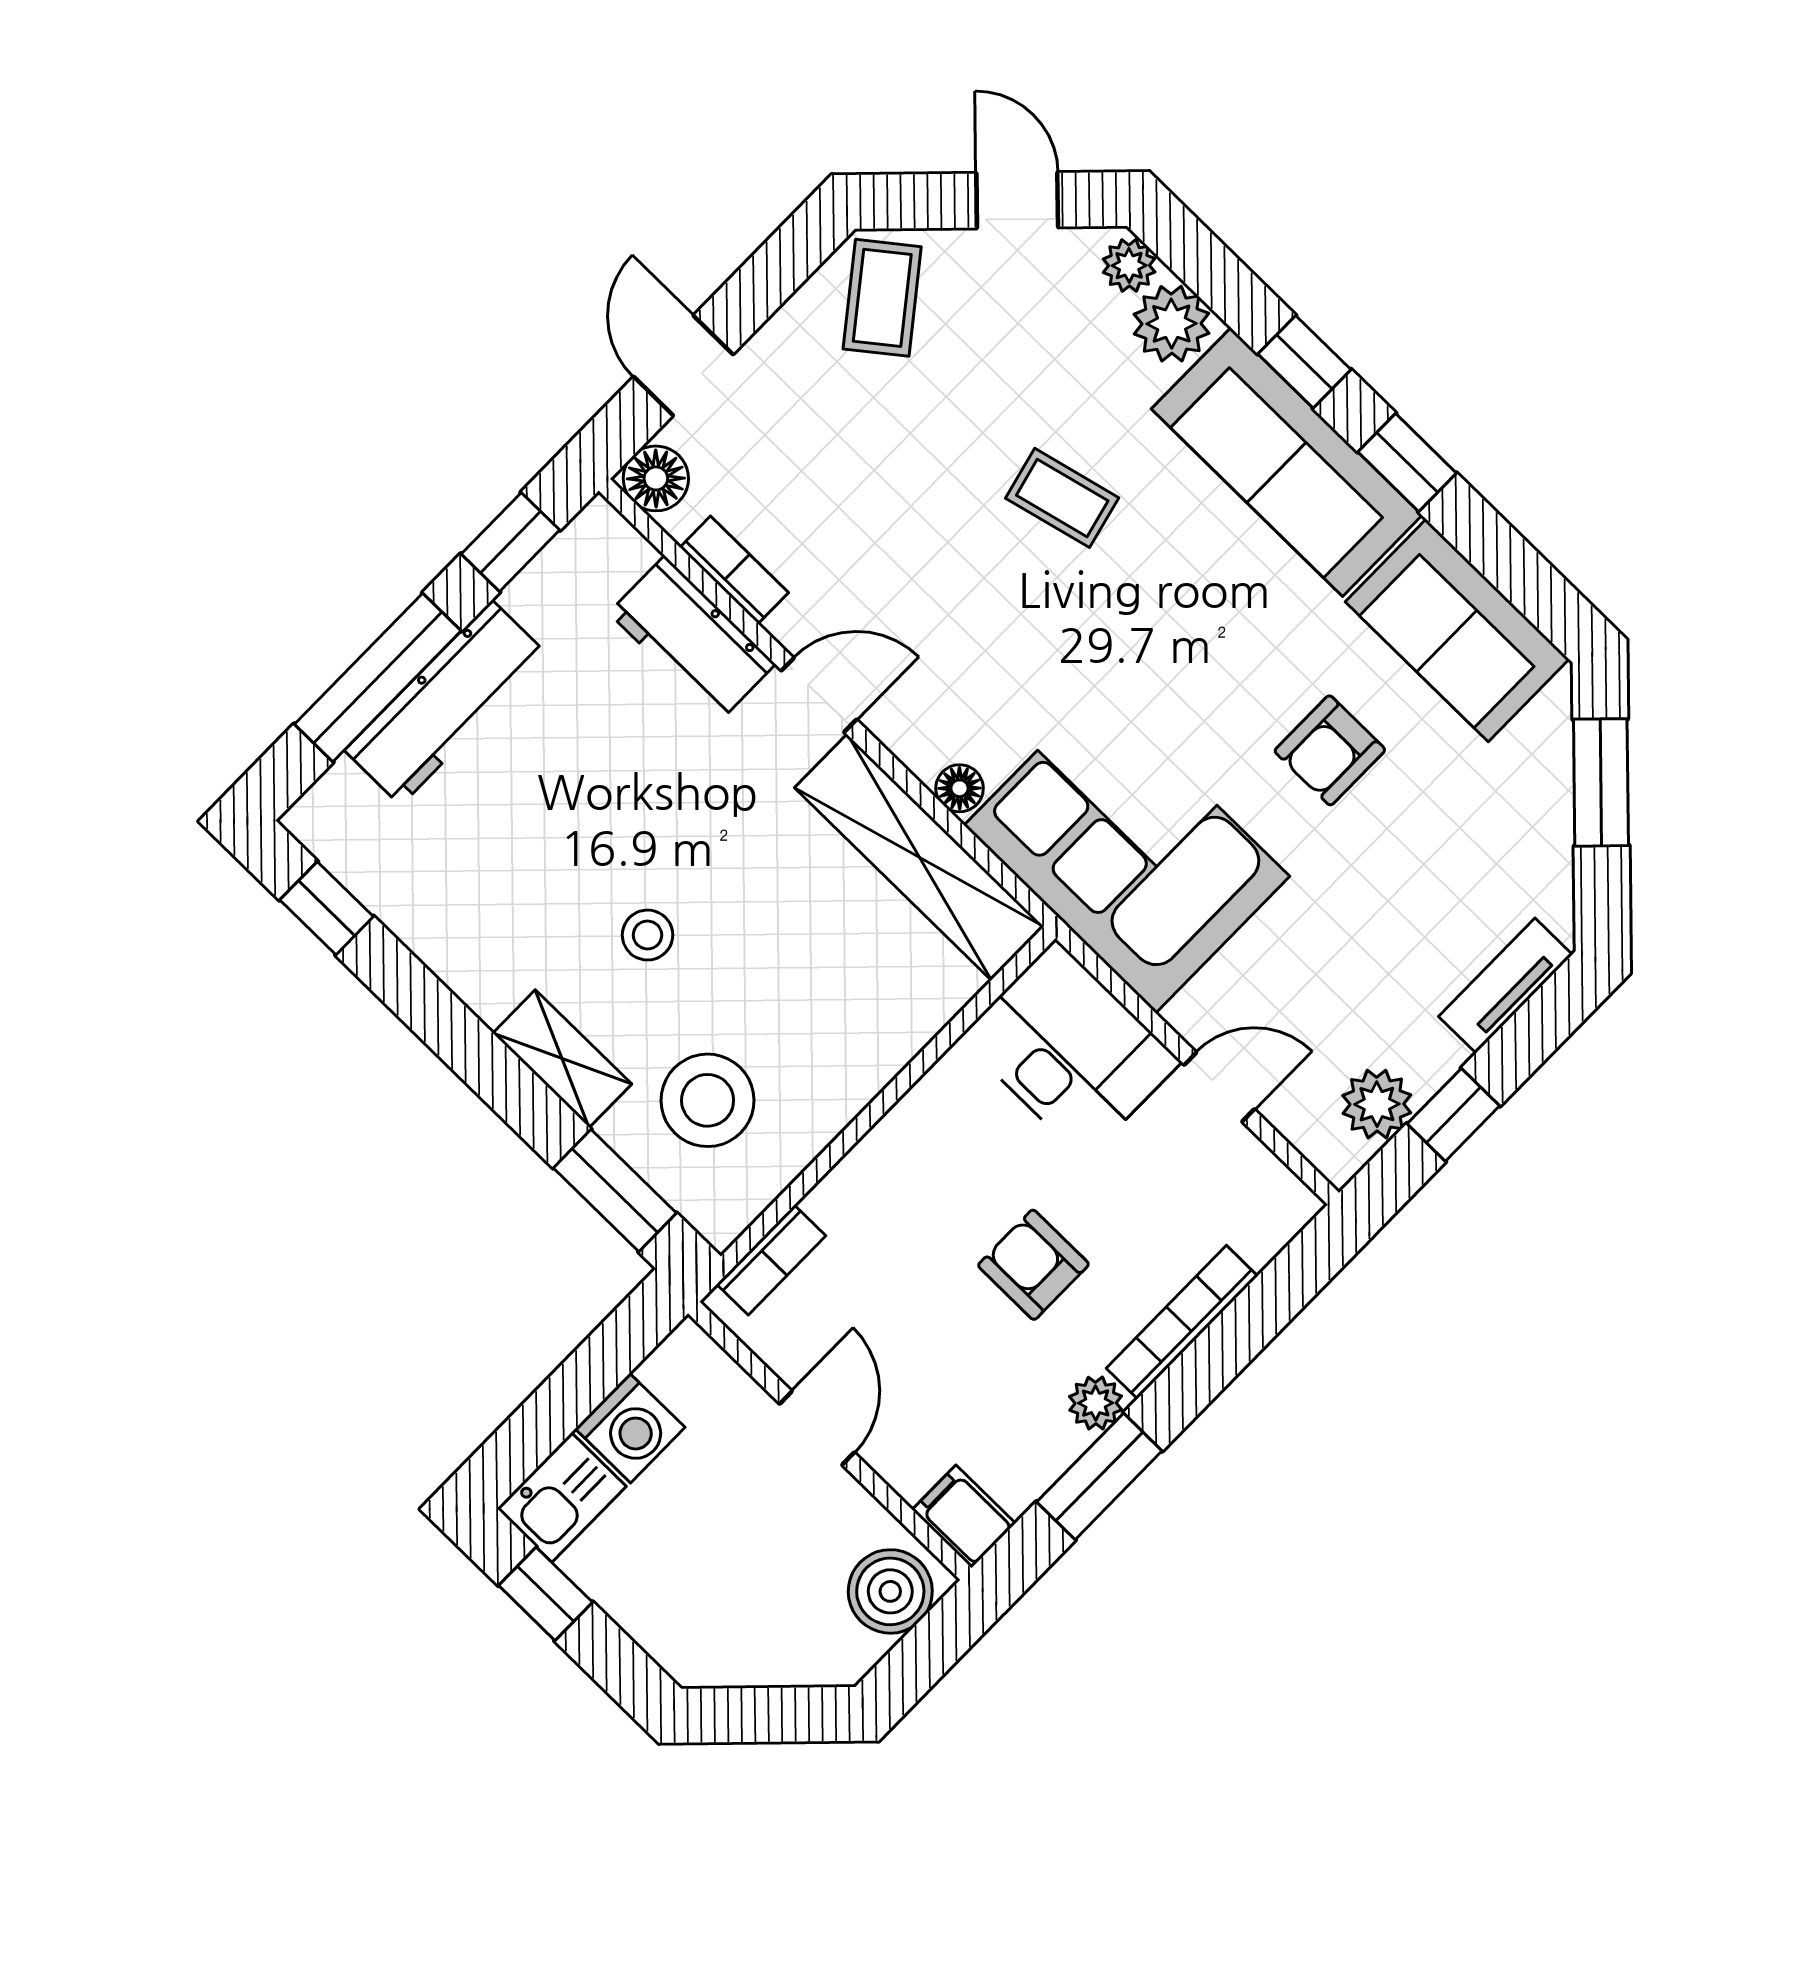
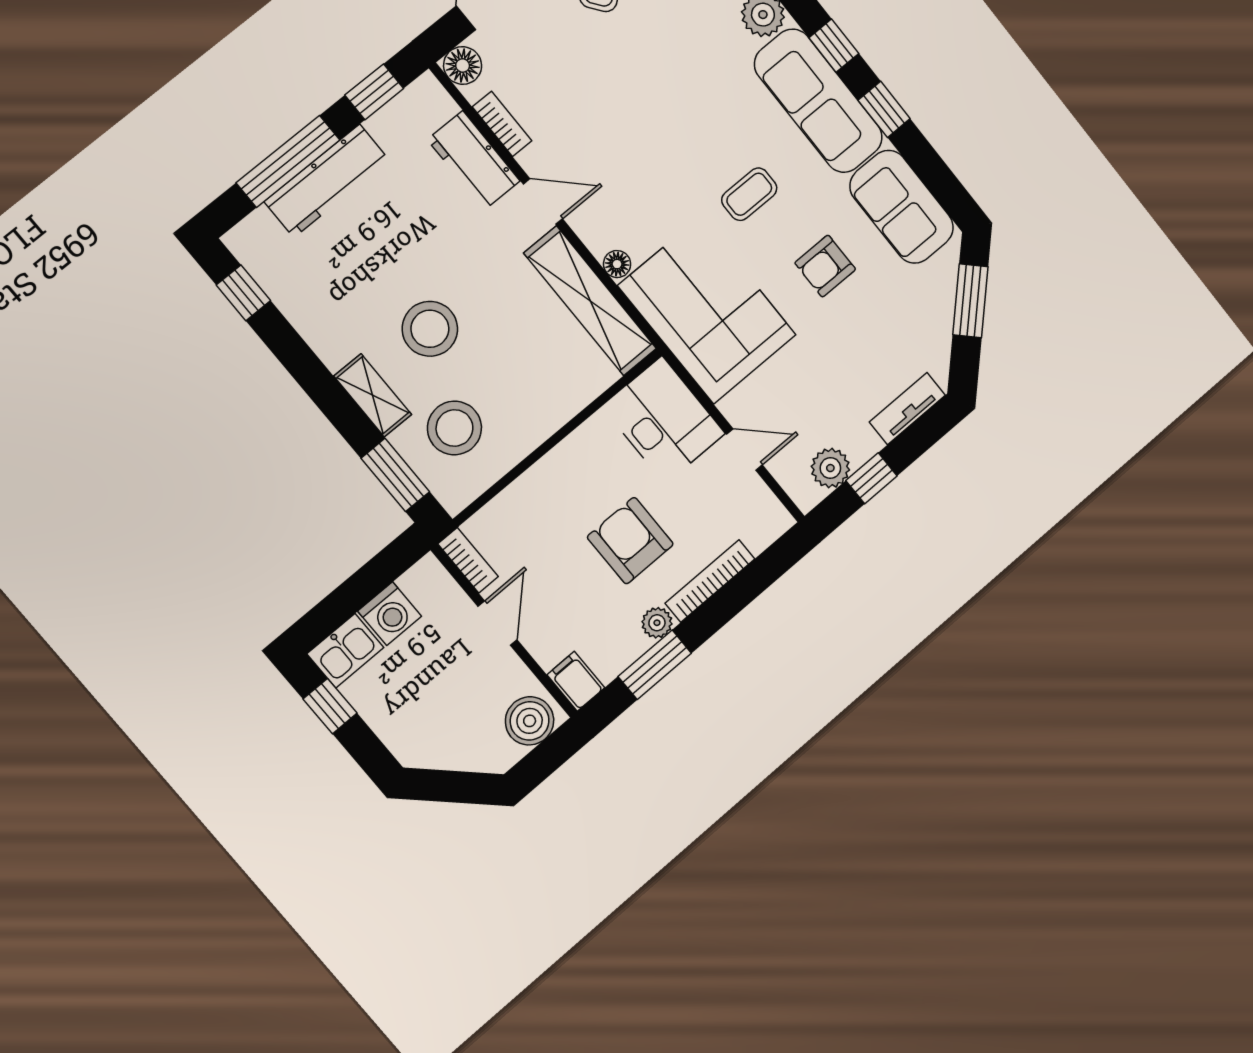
coffee table: (1062, 498) -> (749, 194), moved, turned -76
stool: (648, 935) -> (430, 329), width x1.89, depth x1.89
bookcase: (771, 1260) -> (468, 560), moved, turned -90
armchair: (1033, 1265) -> (630, 541), width x1.38, depth x1.38

